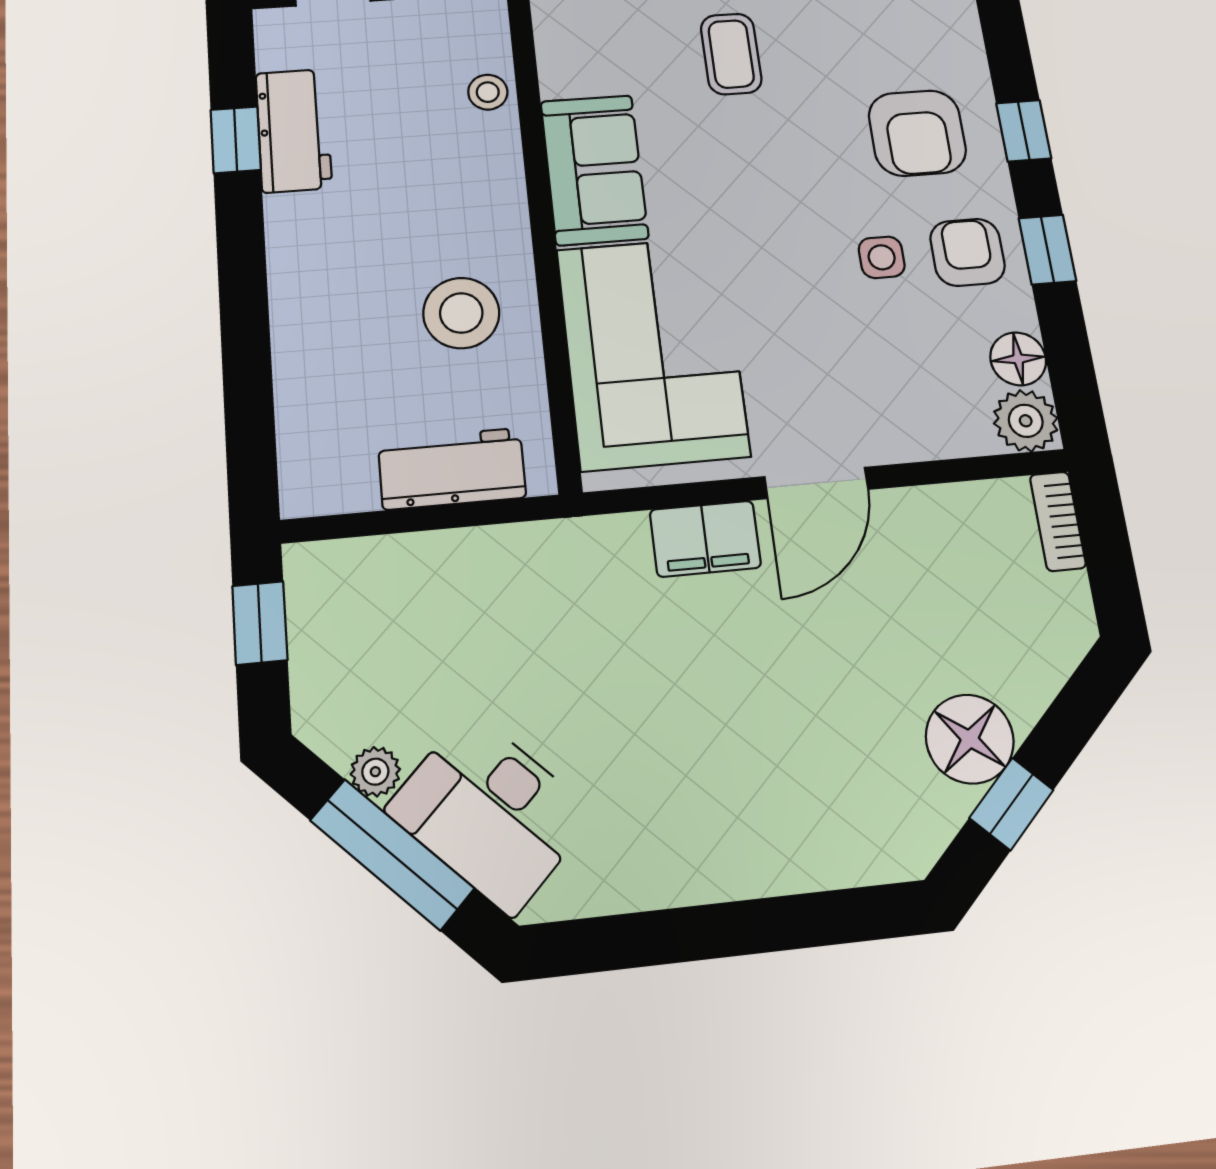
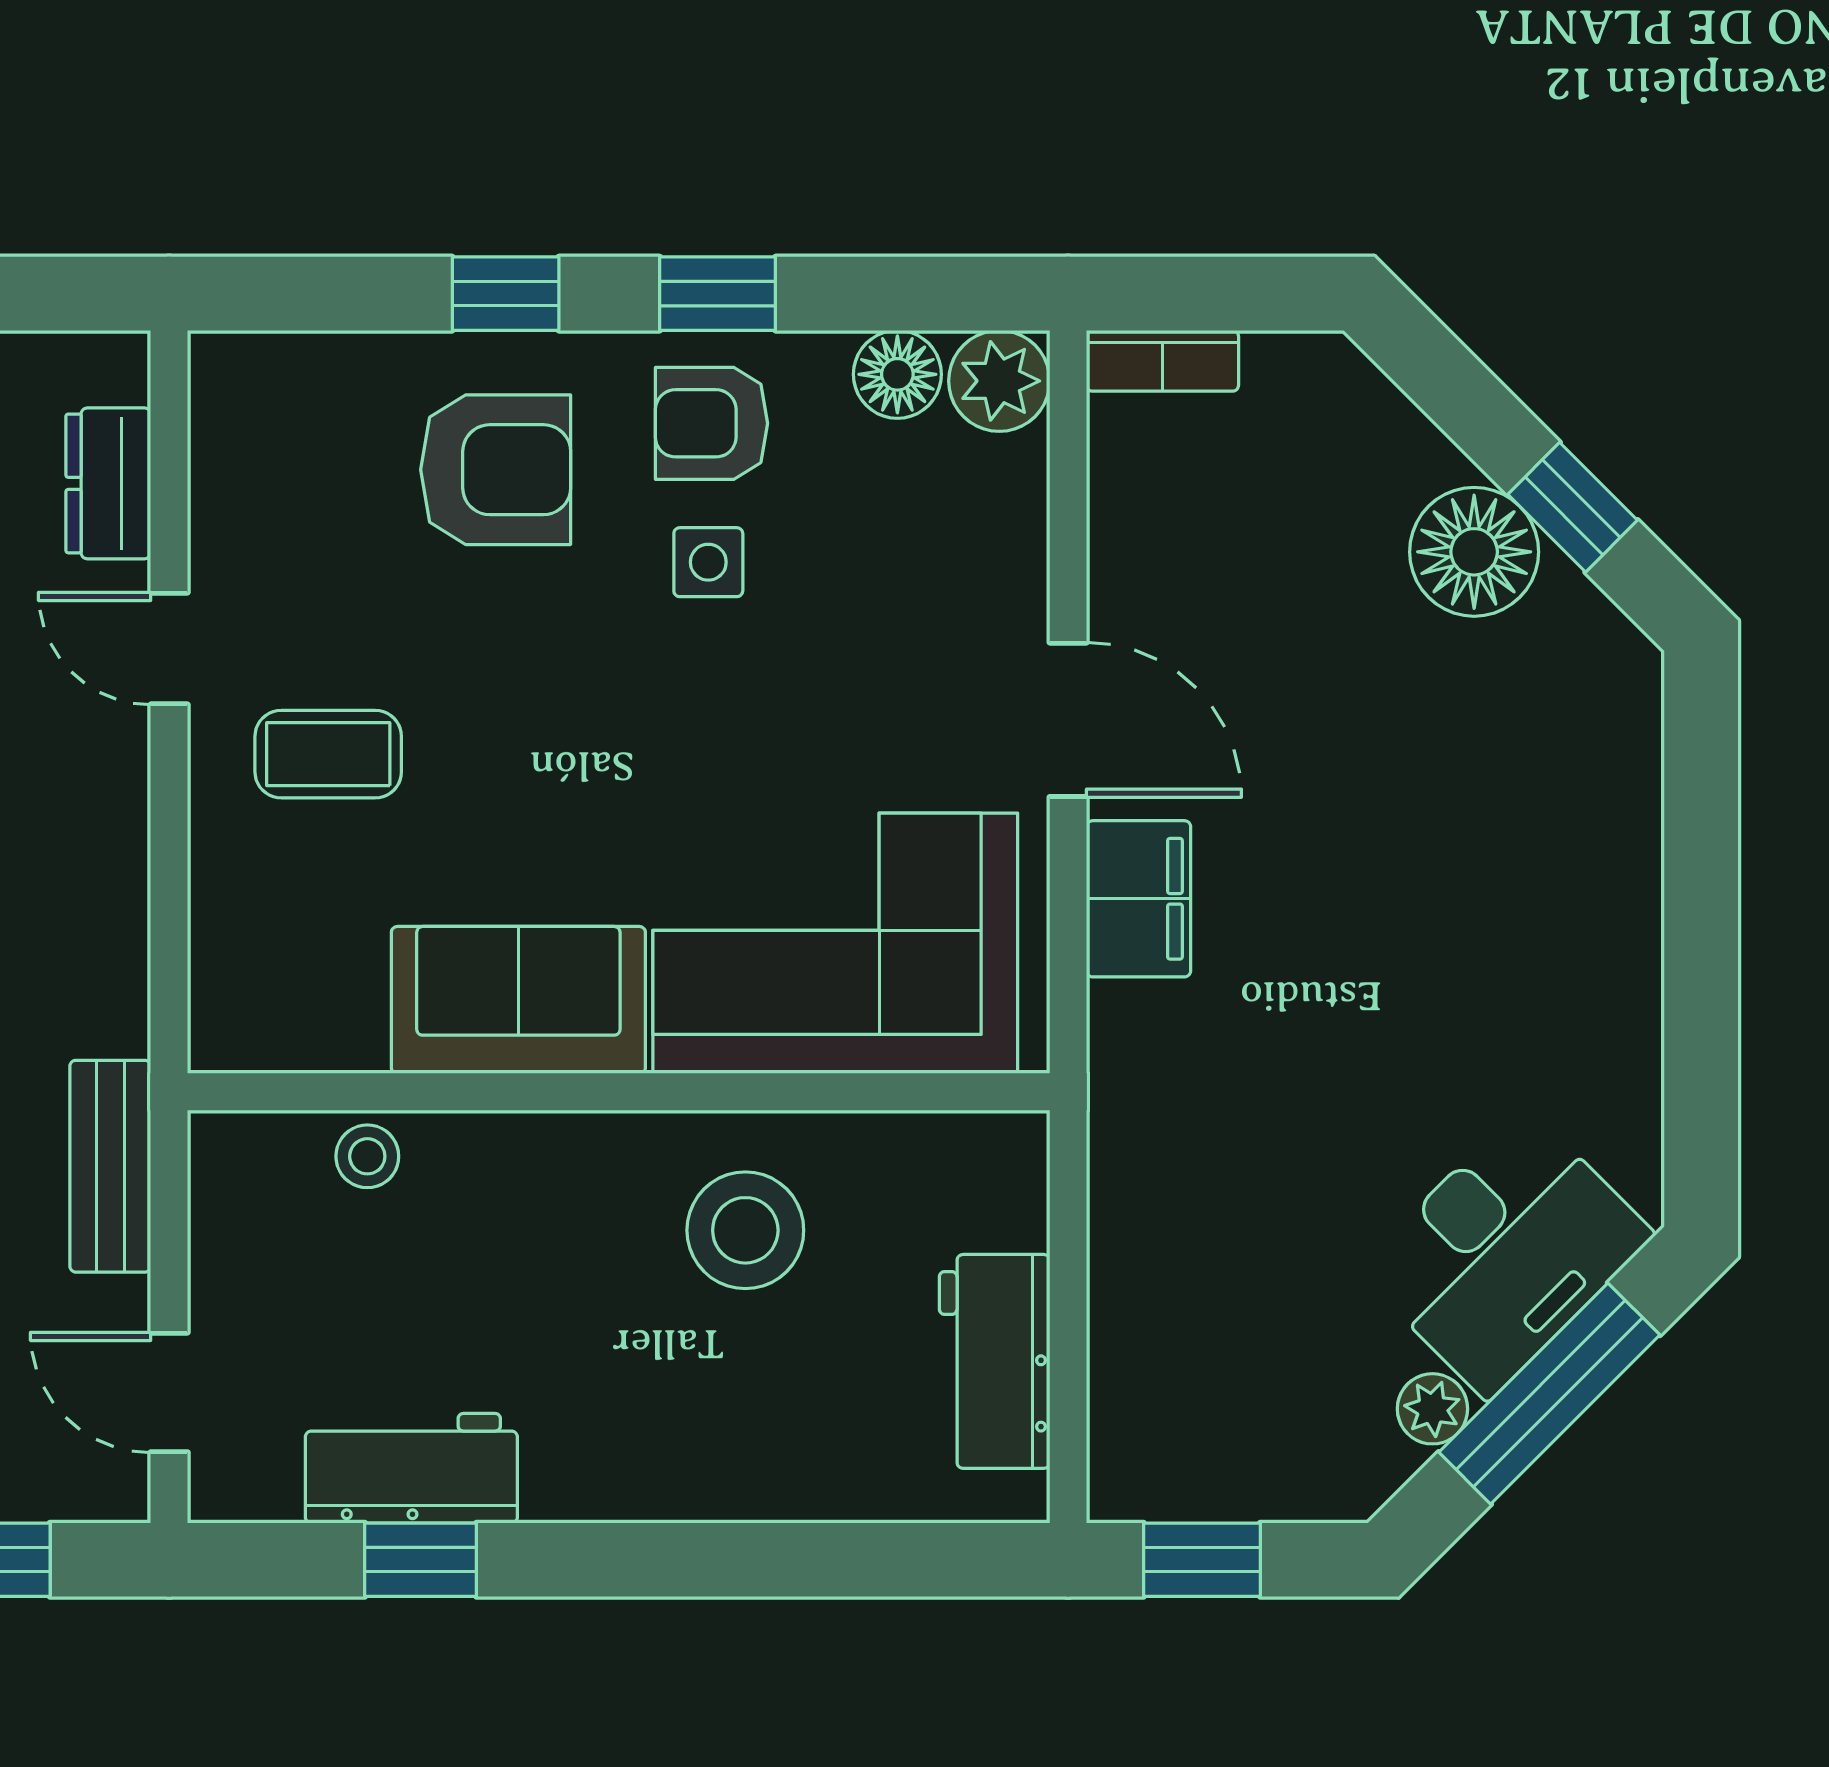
workbench: (452, 469) -> (995, 1361), moved

